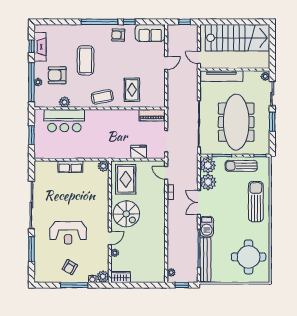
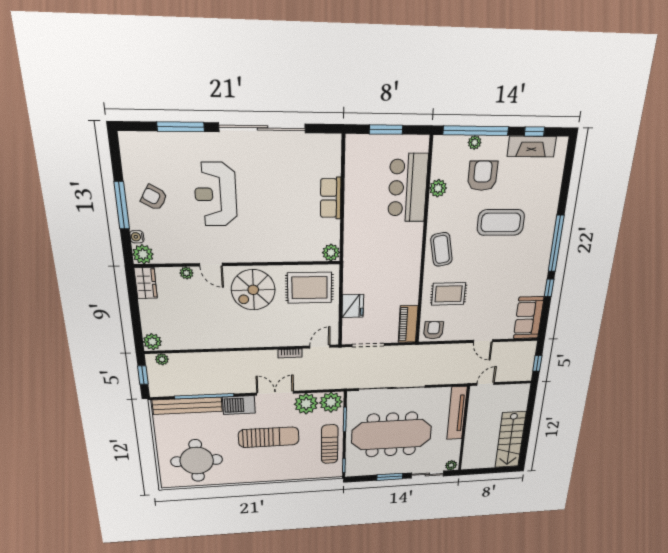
armchair: (118, 35) -> (433, 330), moved
stairs: (238, 38) -> (511, 440), width x0.73, depth x0.66
sun lounger: (256, 202) -> (269, 437), moved
plant: (159, 277) -> (152, 342), added

